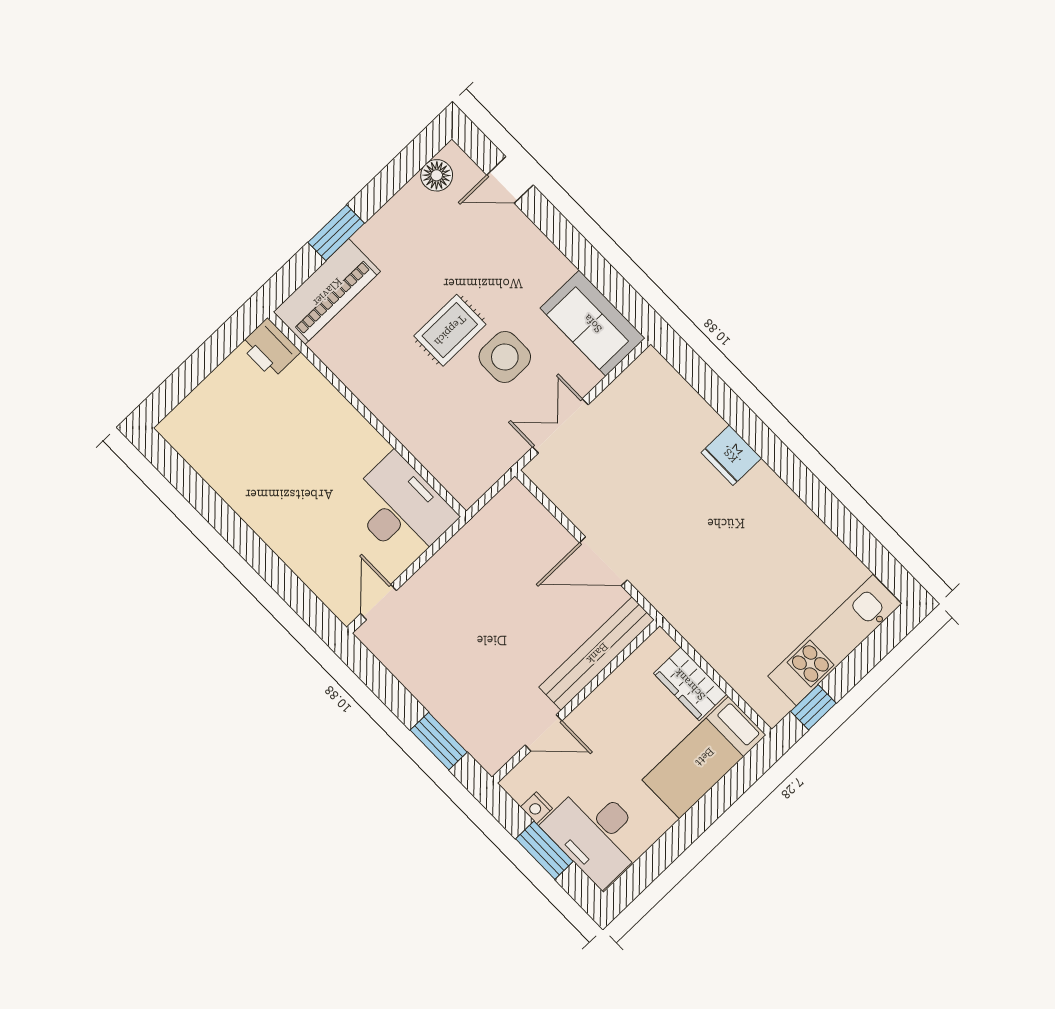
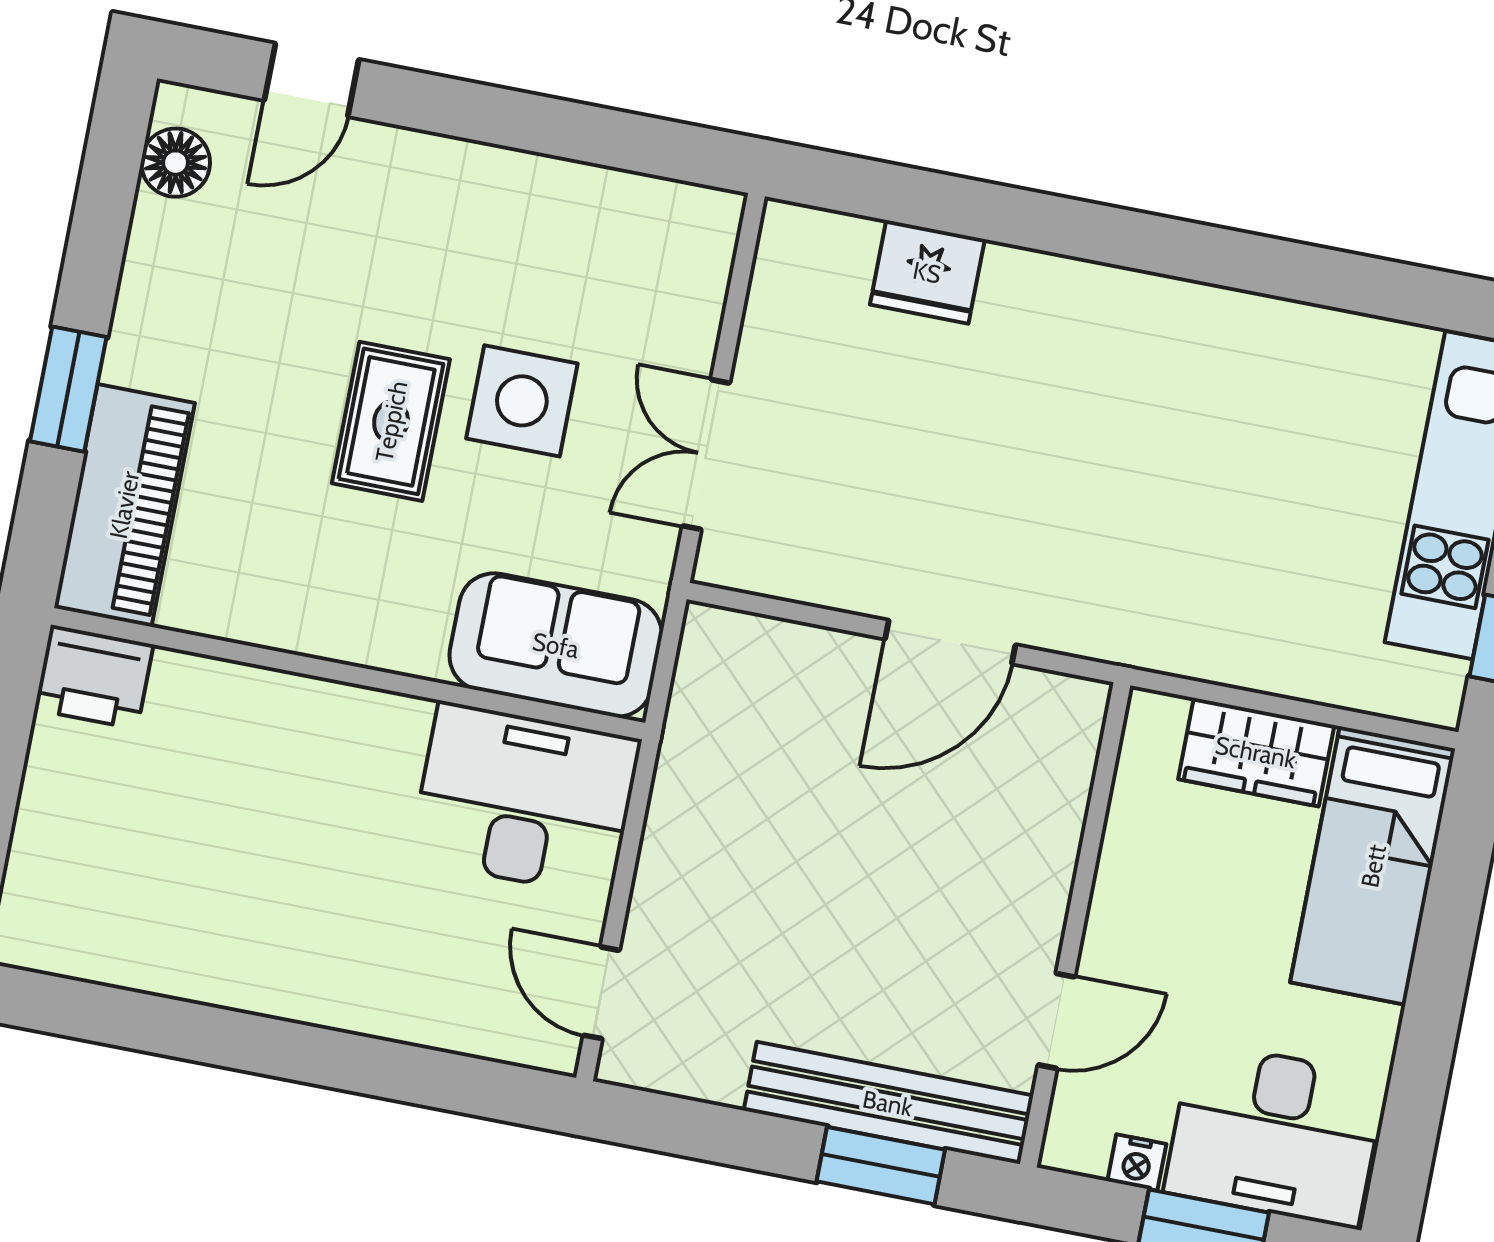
sofa: (593, 323) -> (556, 645), moved, turned 180
fridge: (731, 455) -> (927, 272), moved
bench: (597, 653) -> (888, 1103), moved, turned 90

